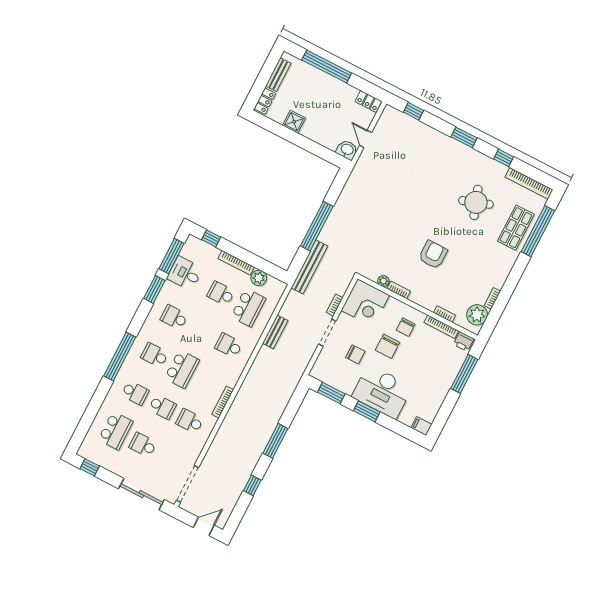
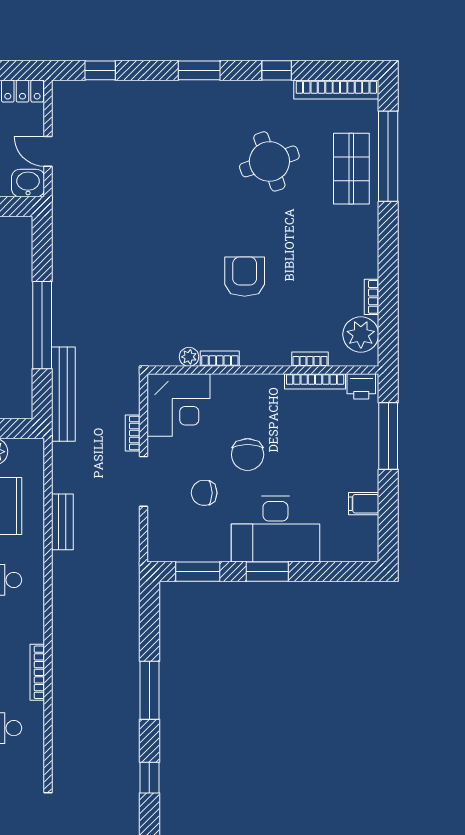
chair: (406, 327) -> (260, 410), removed
chair: (355, 354) -> (204, 493), turned 180
filing cabinet: (421, 426) -> (364, 504), moved

